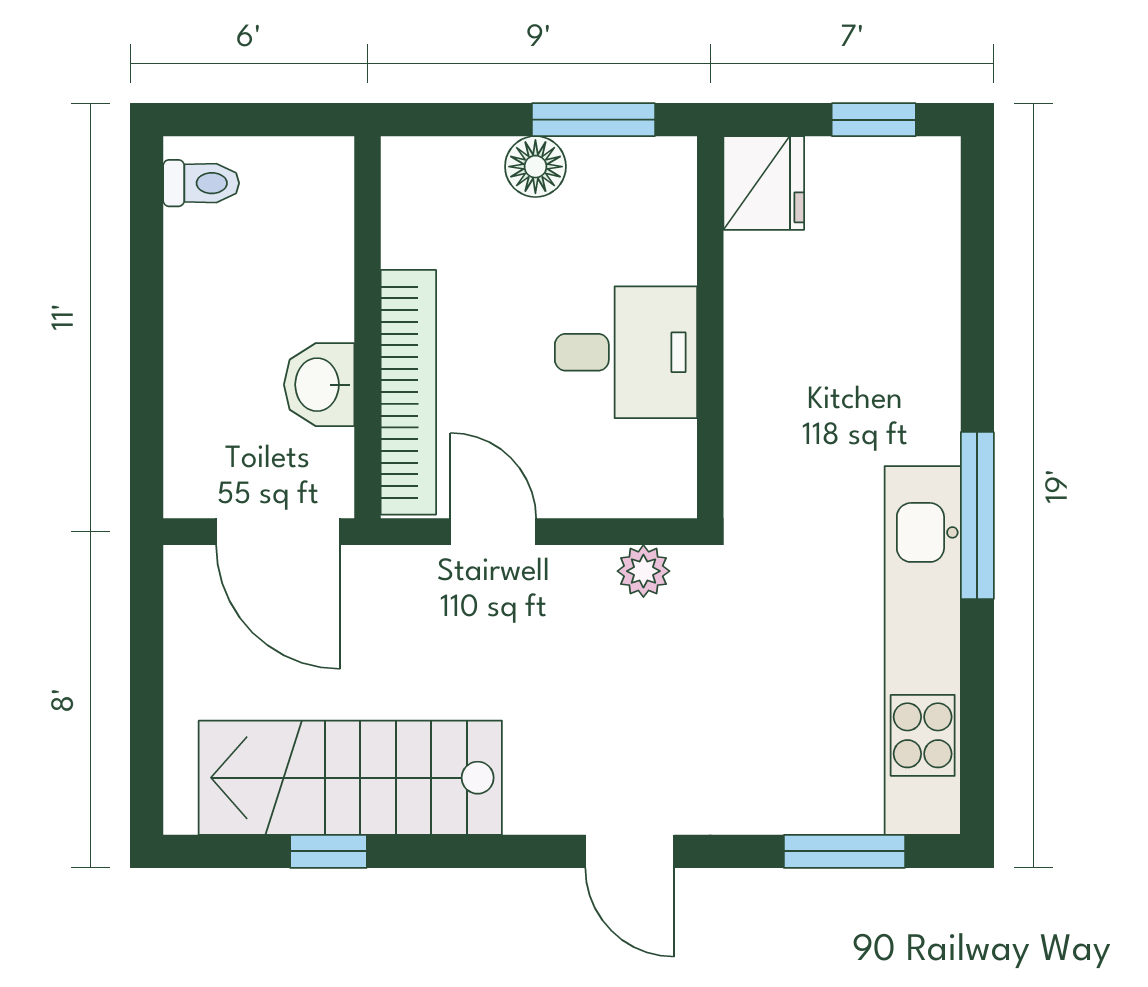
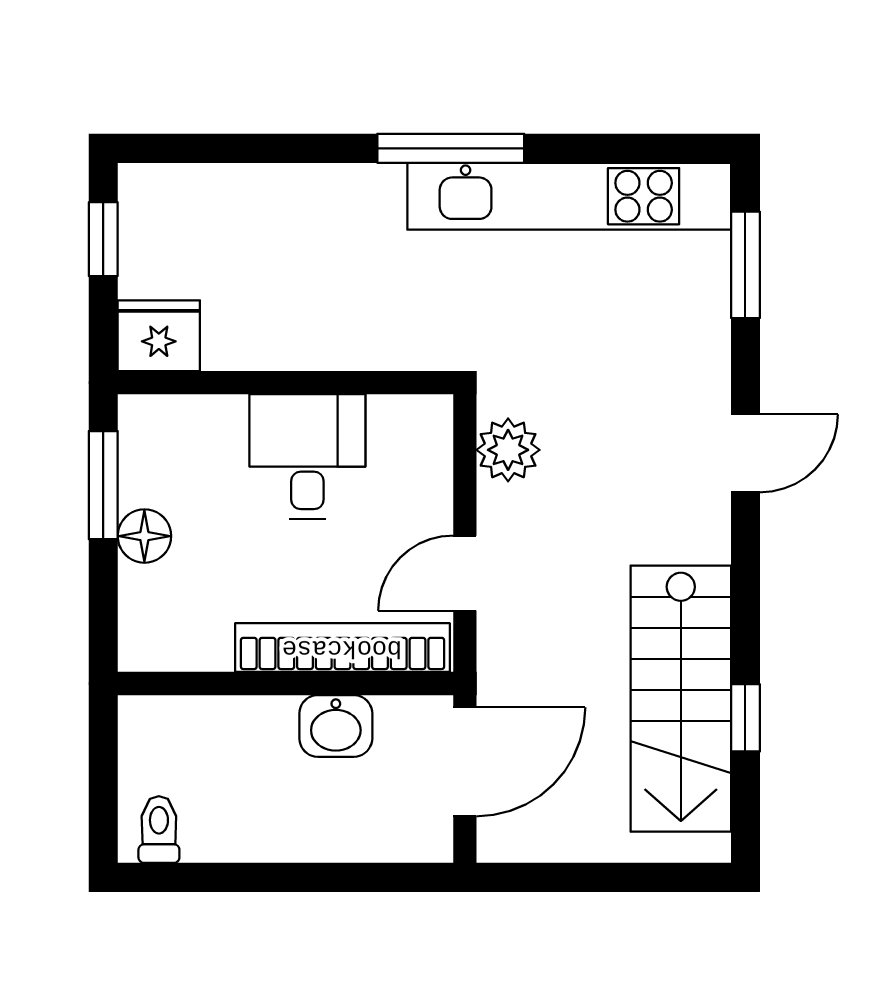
plant: (643, 571) -> (508, 450), width x1.38, depth x1.38

